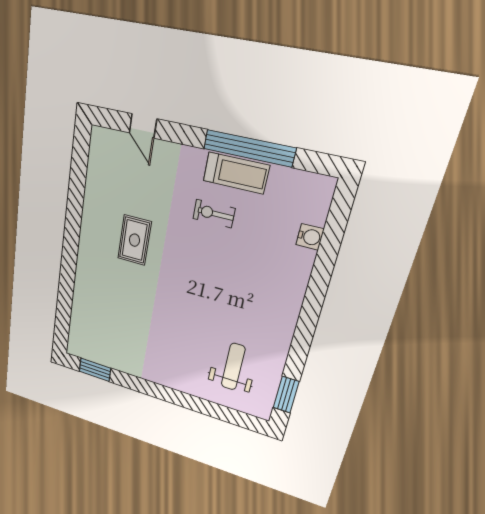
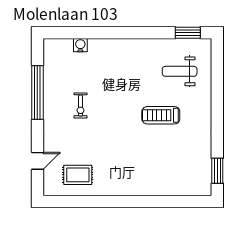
treadmill: (236, 173) -> (161, 115), moved, turned -90
rug: (134, 240) -> (78, 175), moved

